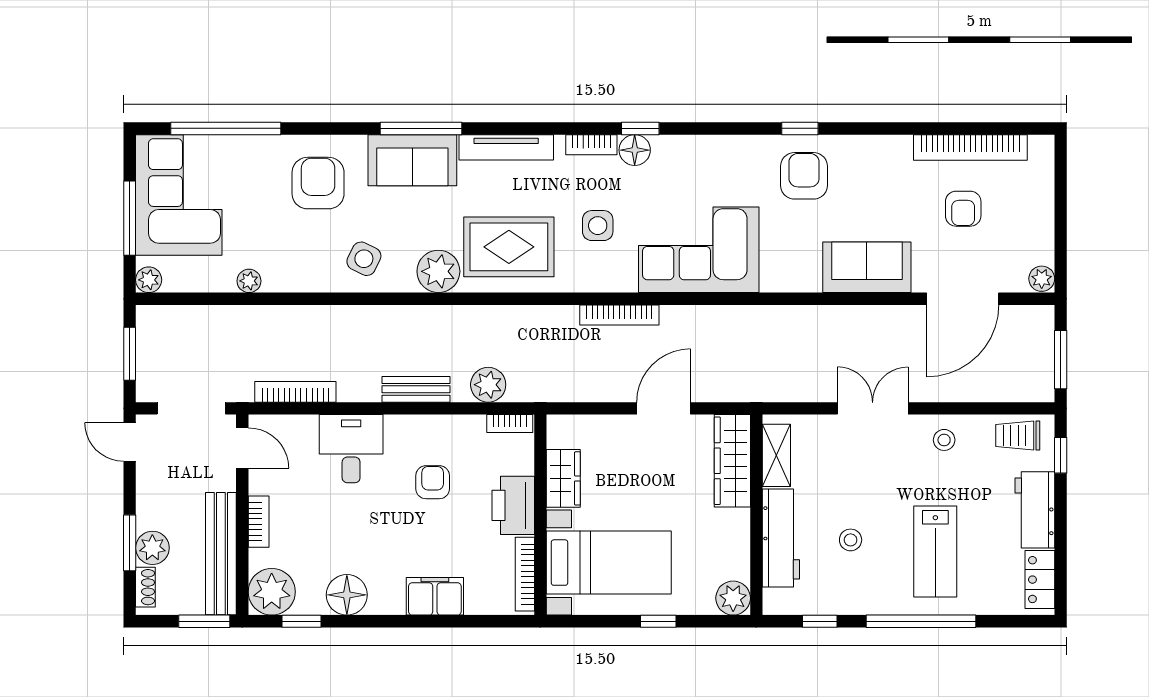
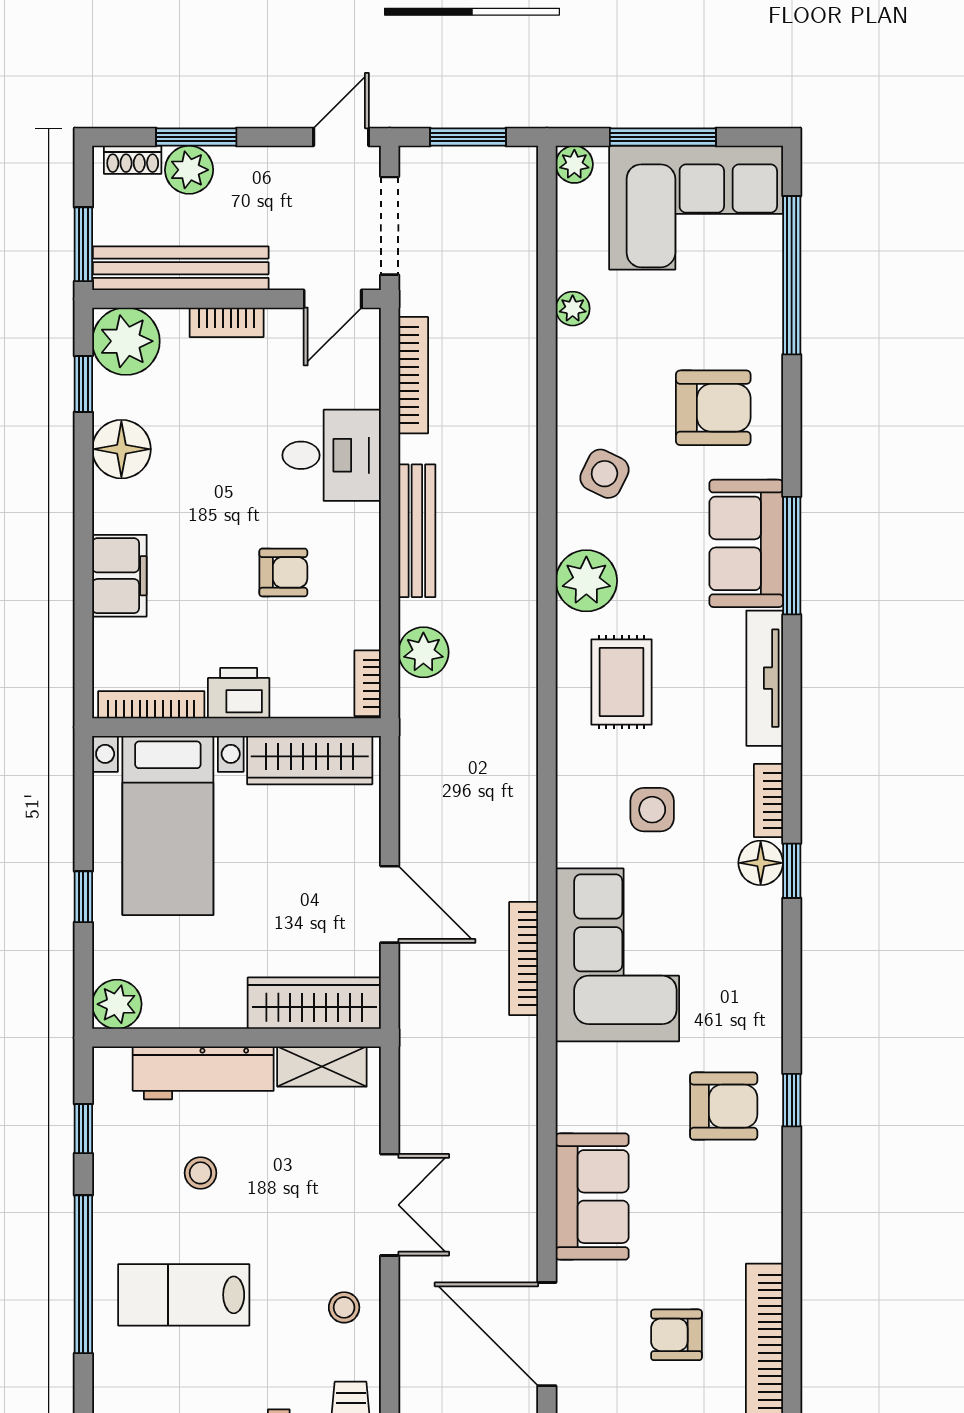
rug: (509, 247) -> (622, 682), width x0.73, depth x0.70
bookcase: (619, 315) -> (524, 959), moved
bench: (416, 389) -> (417, 531), width x1.36
wardrobe: (563, 478) -> (310, 760), width x1.50
printer: (513, 505) -> (239, 693), width x0.73, depth x0.84

